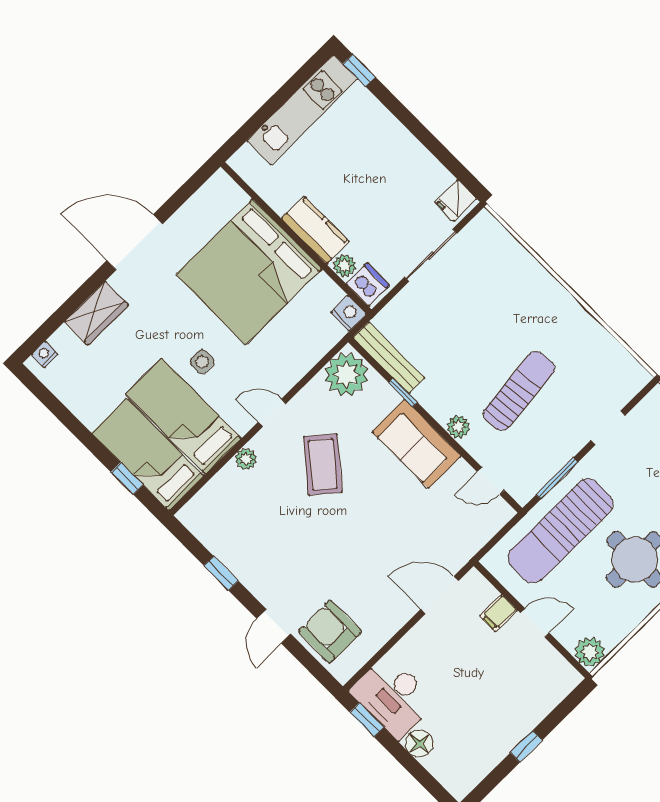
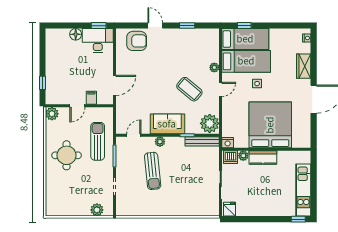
sun lounger: (560, 531) -> (98, 141), width x0.73, depth x0.75
window: (526, 746) -> (42, 83), moved

